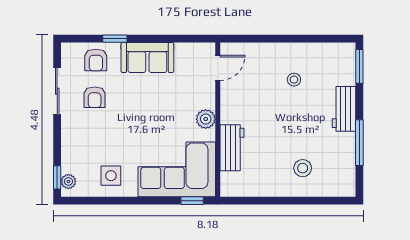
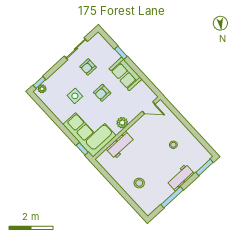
armchair: (96, 60) -> (102, 93), moved
side table: (111, 176) -> (75, 96), moved

